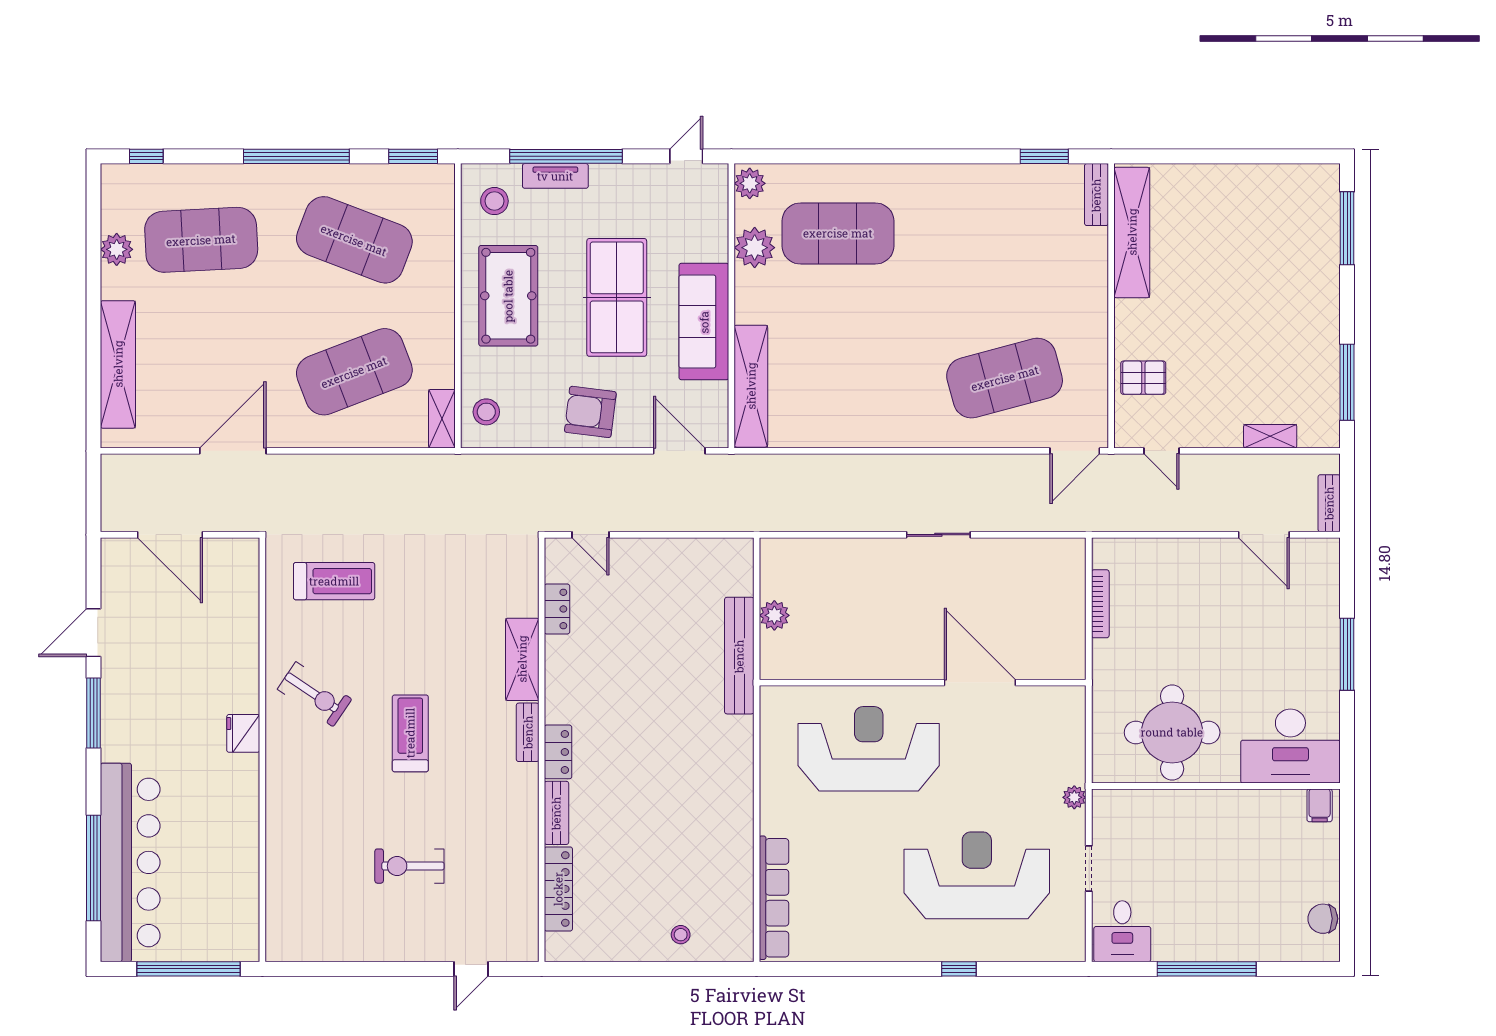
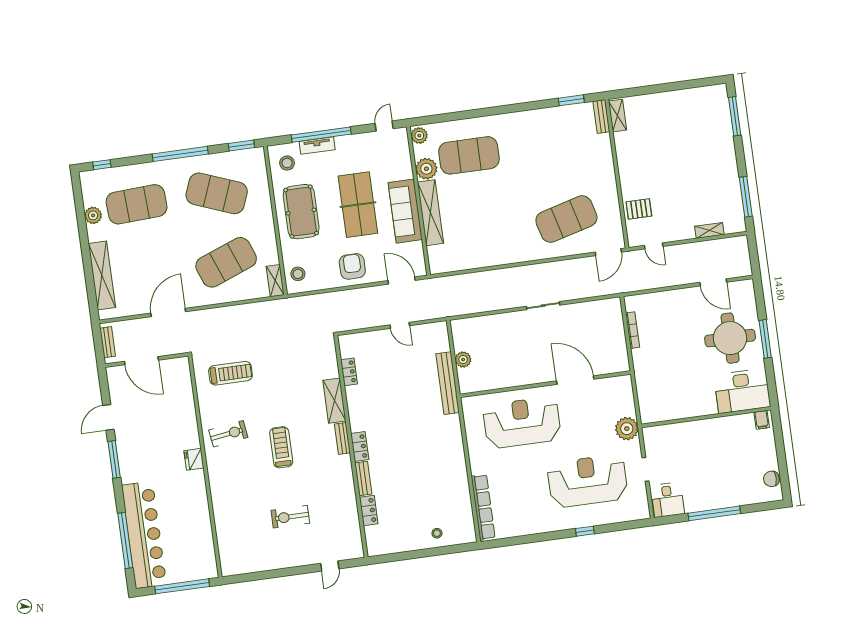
shelving: (1132, 232) -> (618, 116), width x0.45, depth x0.75
shelving: (751, 386) -> (430, 213), moved
armchair: (590, 412) -> (352, 266), turned 83
bench: (1329, 503) -> (108, 342), moved
door: (590, 535) -> (400, 325), moved
exercise bike: (315, 694) -> (228, 434), turned -42
round table: (1172, 732) -> (730, 338), moved
plant: (1074, 797) -> (627, 429), width x1.87, depth x1.87
locker: (558, 889) -> (369, 510), width x0.66

